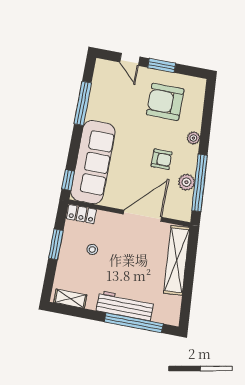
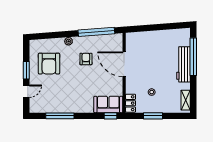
sofa: (93, 162) -> (108, 104), width x0.54, depth x0.79
plant: (186, 182) -> (98, 40), removed
shelving: (177, 260) -> (148, 37), removed

